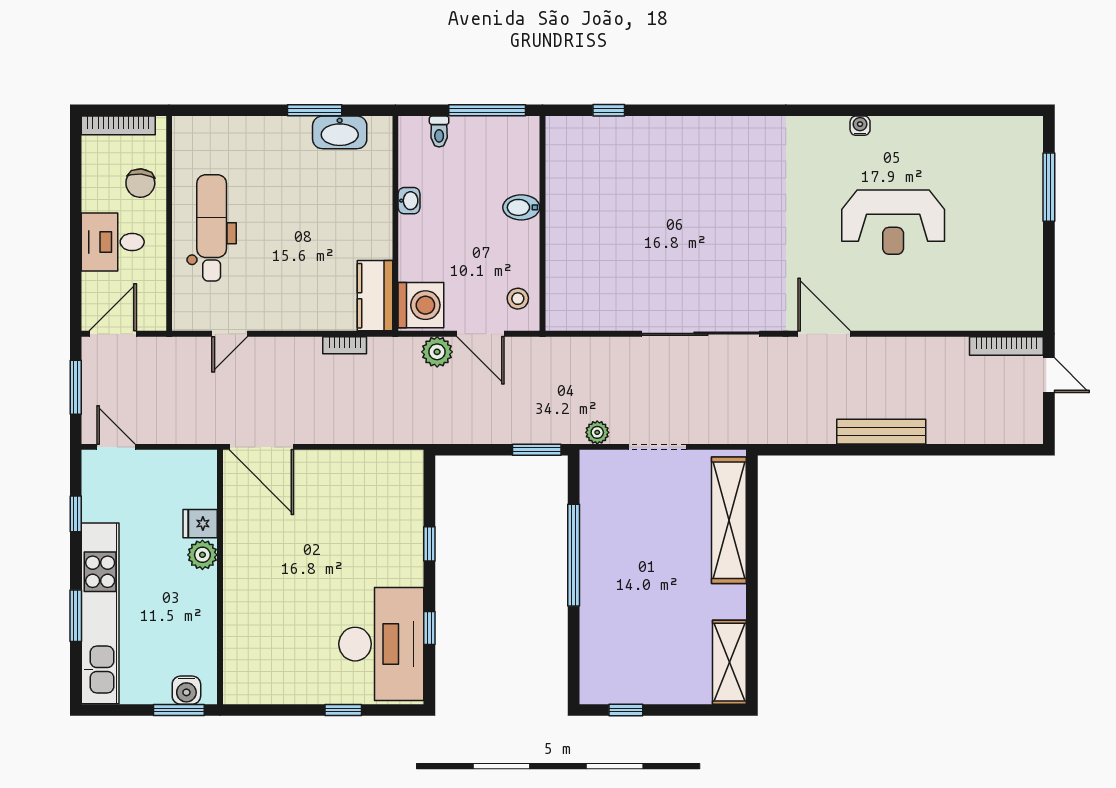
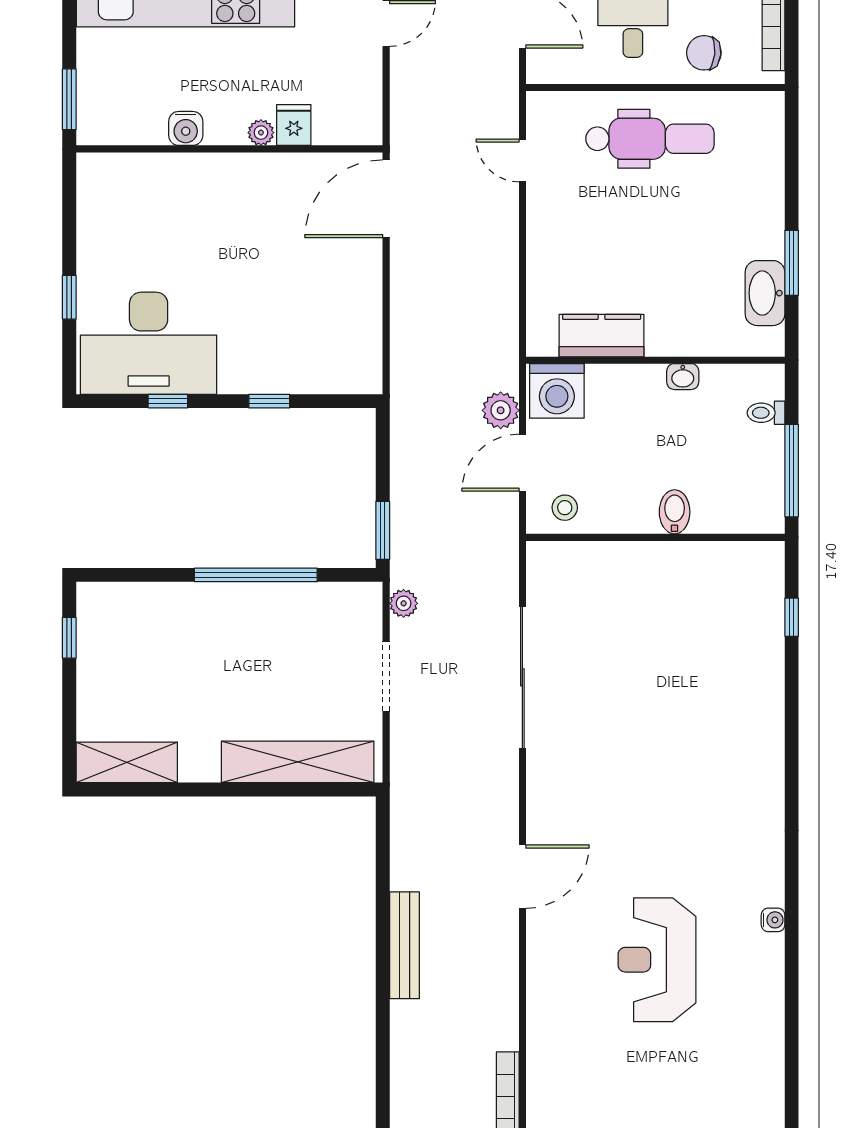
kitchen counter: (375, 296) -> (602, 336), moved
sliding door: (701, 334) -> (522, 677), moved
bookcase: (345, 345) -> (509, 299), removed
plant: (202, 555) -> (261, 133), width x0.73, depth x0.73
water cooler: (186, 690) -> (186, 128), moved, turned -90

